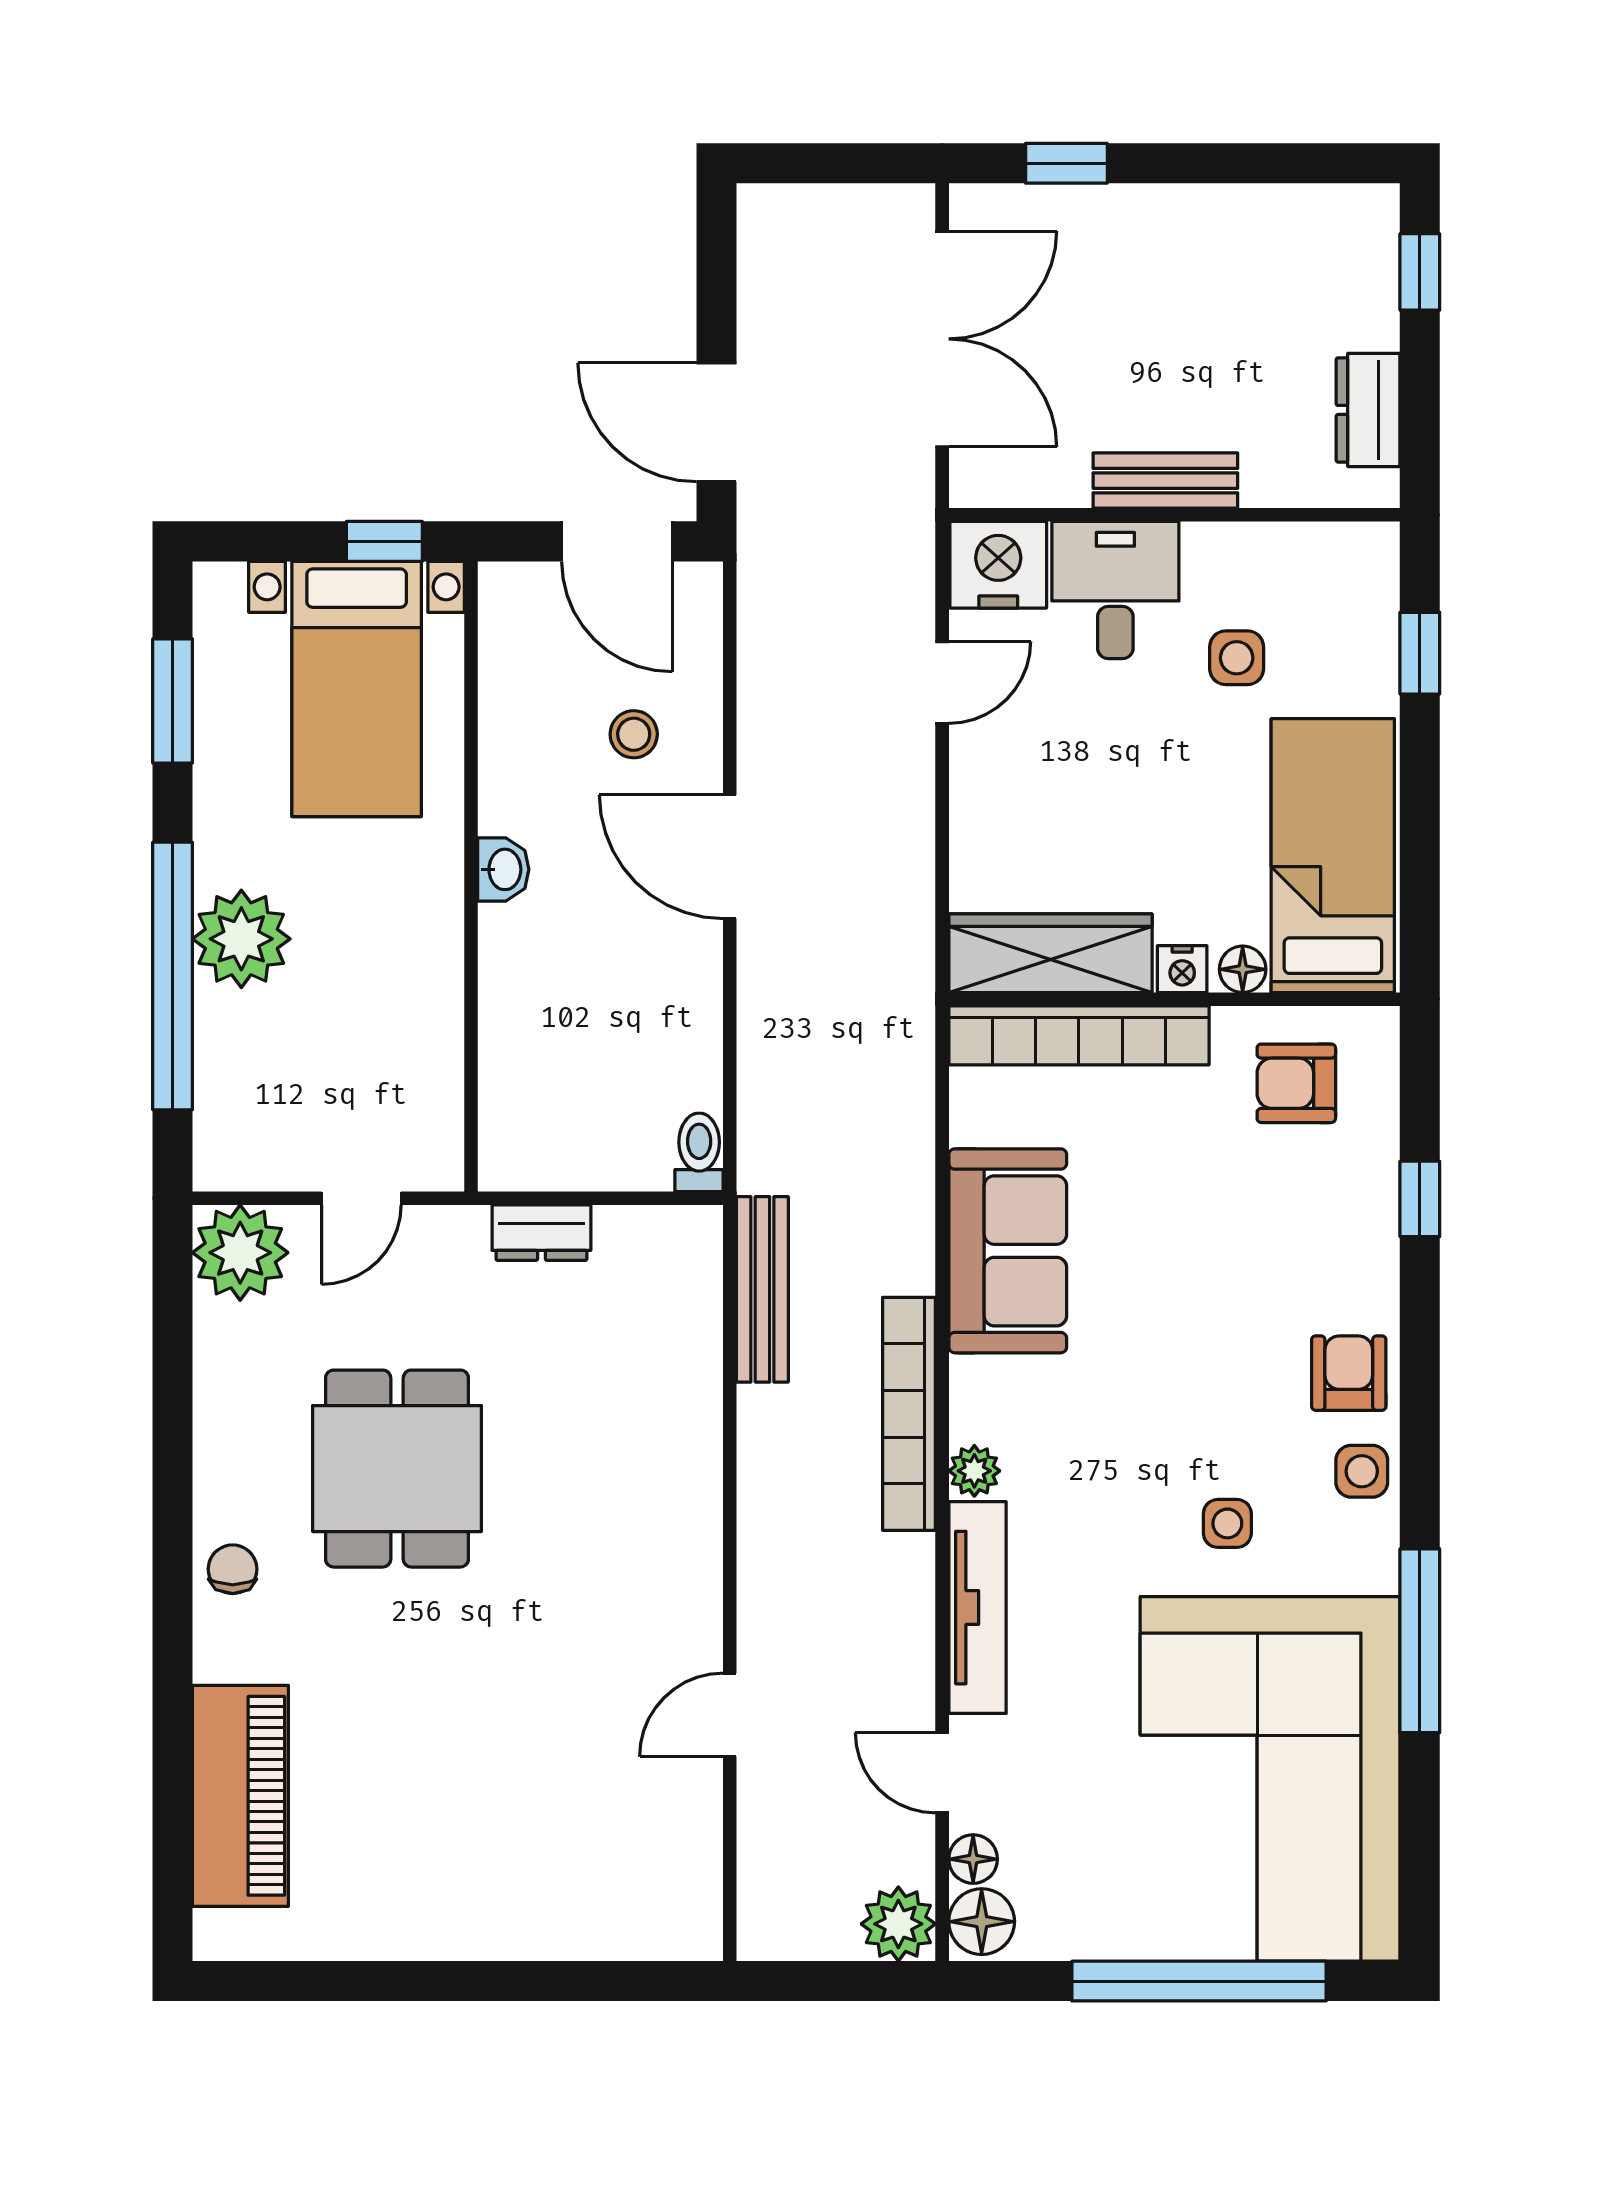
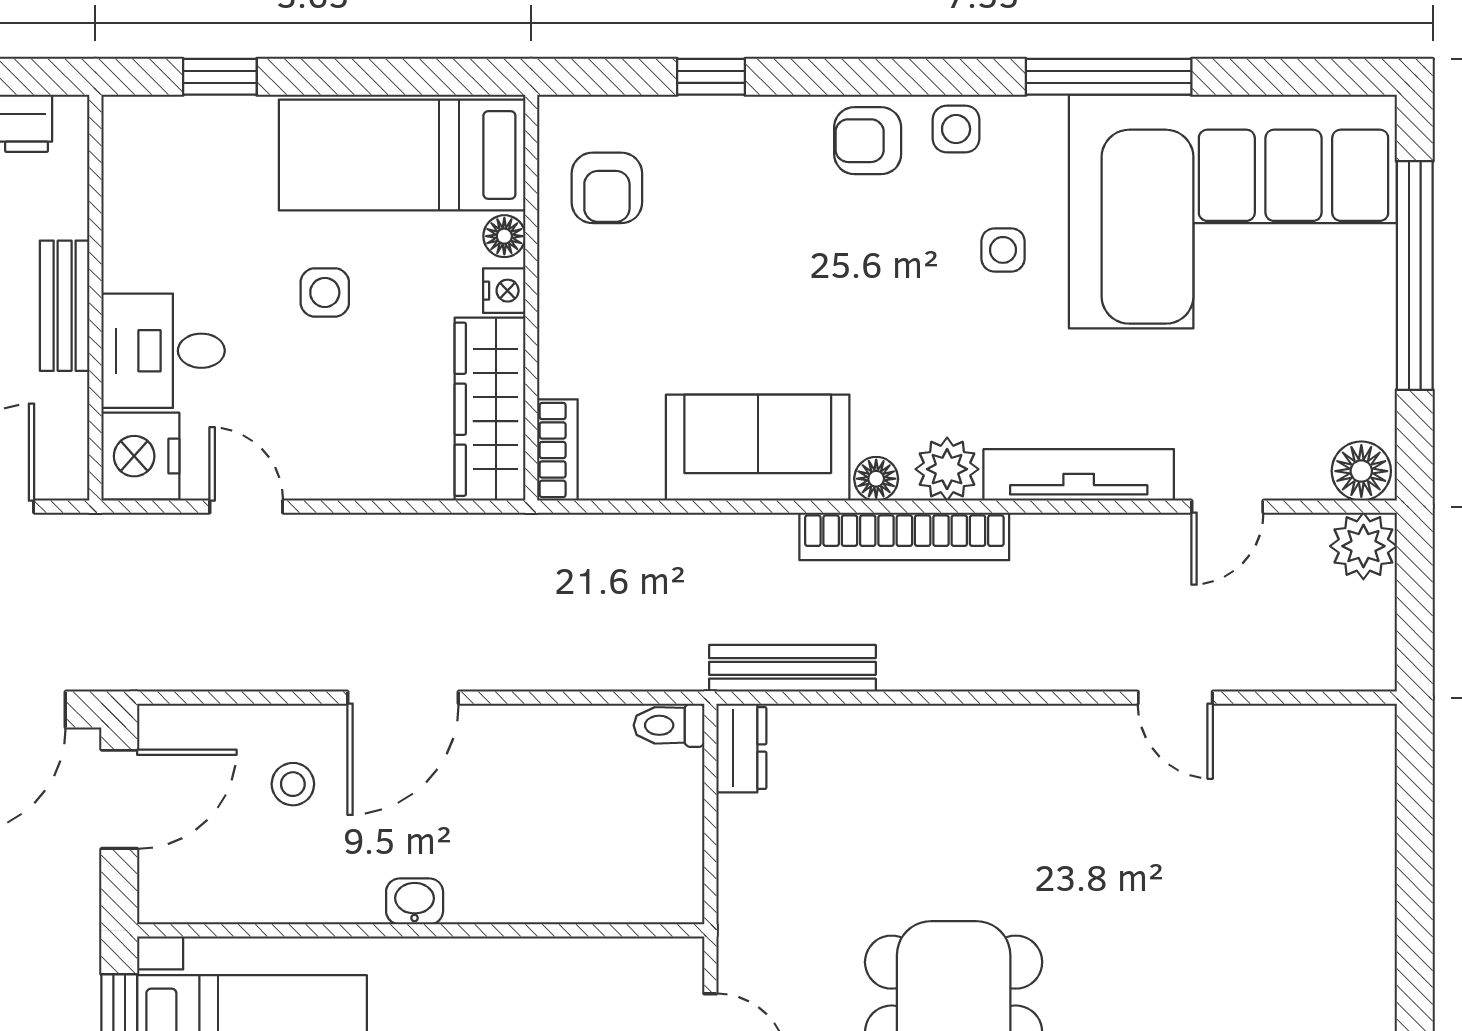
side table: (1237, 658) -> (325, 292), moved
bookcase: (1079, 1035) -> (557, 450), width x0.43, depth x0.76
dresser: (541, 1233) -> (741, 748), moved
plant: (974, 1471) -> (947, 469), width x1.38, depth x1.38
floor lamp: (973, 1859) -> (876, 479), moved

